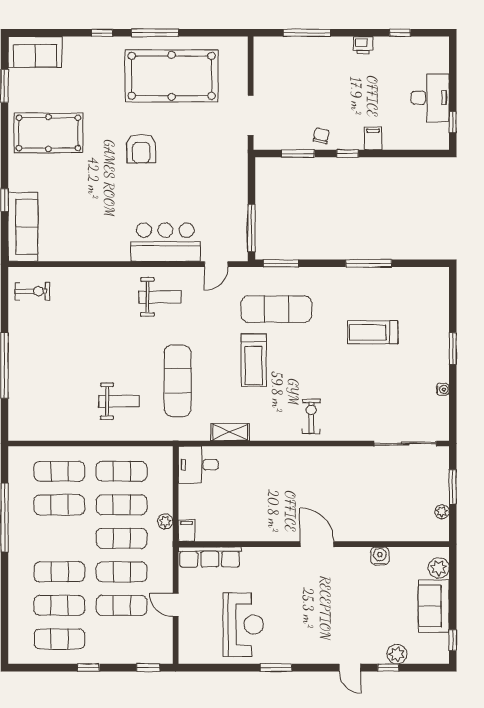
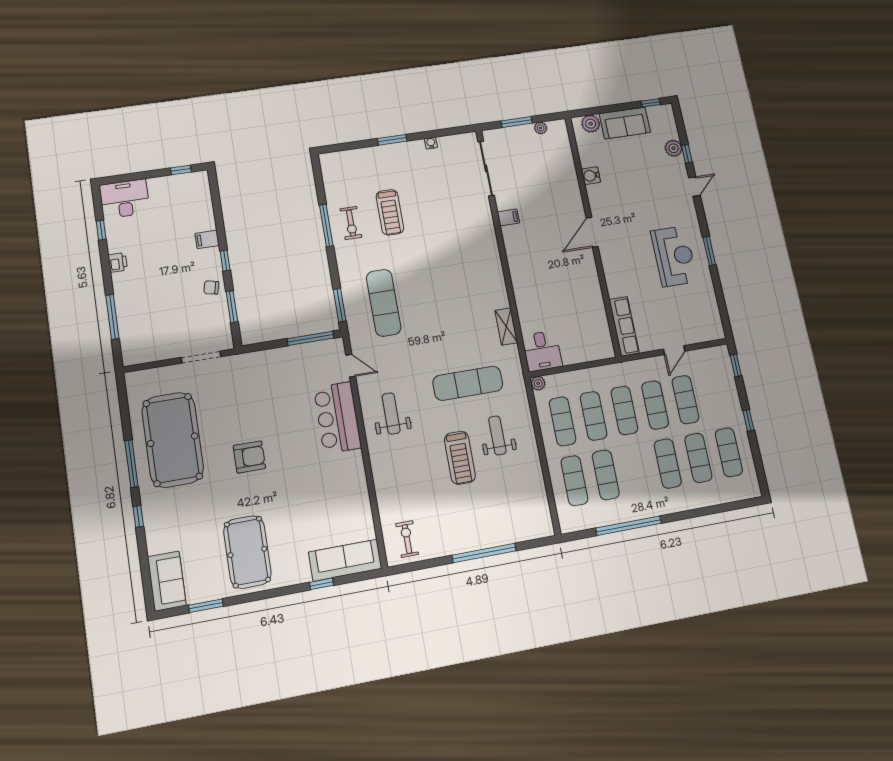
desk: (430, 98) -> (125, 199), moved
treadmill: (254, 360) -> (460, 458), moved, turned 90
exercise bike: (311, 416) -> (351, 223), moved, turned -90
plant: (165, 521) -> (538, 383), moved
filing cabinet: (186, 531) -> (508, 217), moved, turned 180
reception desk: (243, 625) -> (674, 256), moved, turned 90

